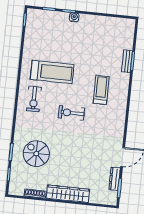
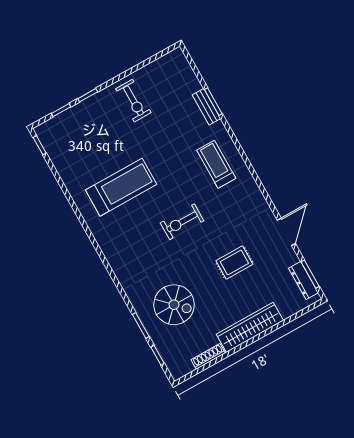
water cooler: (74, 17) -> (100, 98), removed
treadmill: (101, 90) -> (216, 164), moved
exercise bike: (34, 99) -> (133, 101), moved
spiral stairs: (36, 154) -> (174, 305), turned 180
rug: (84, 154) -> (234, 263), added
dresser: (115, 179) -> (303, 281), moved

